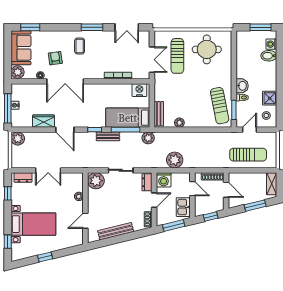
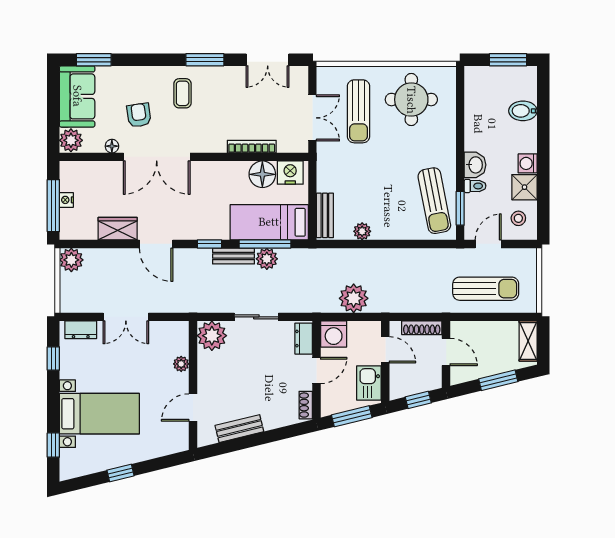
washing machine: (271, 44) -> (528, 163), moved
floor lamp: (124, 91) -> (262, 174), added
plant: (148, 138) -> (267, 259), moved
bench: (116, 231) -> (239, 429), width x0.73

